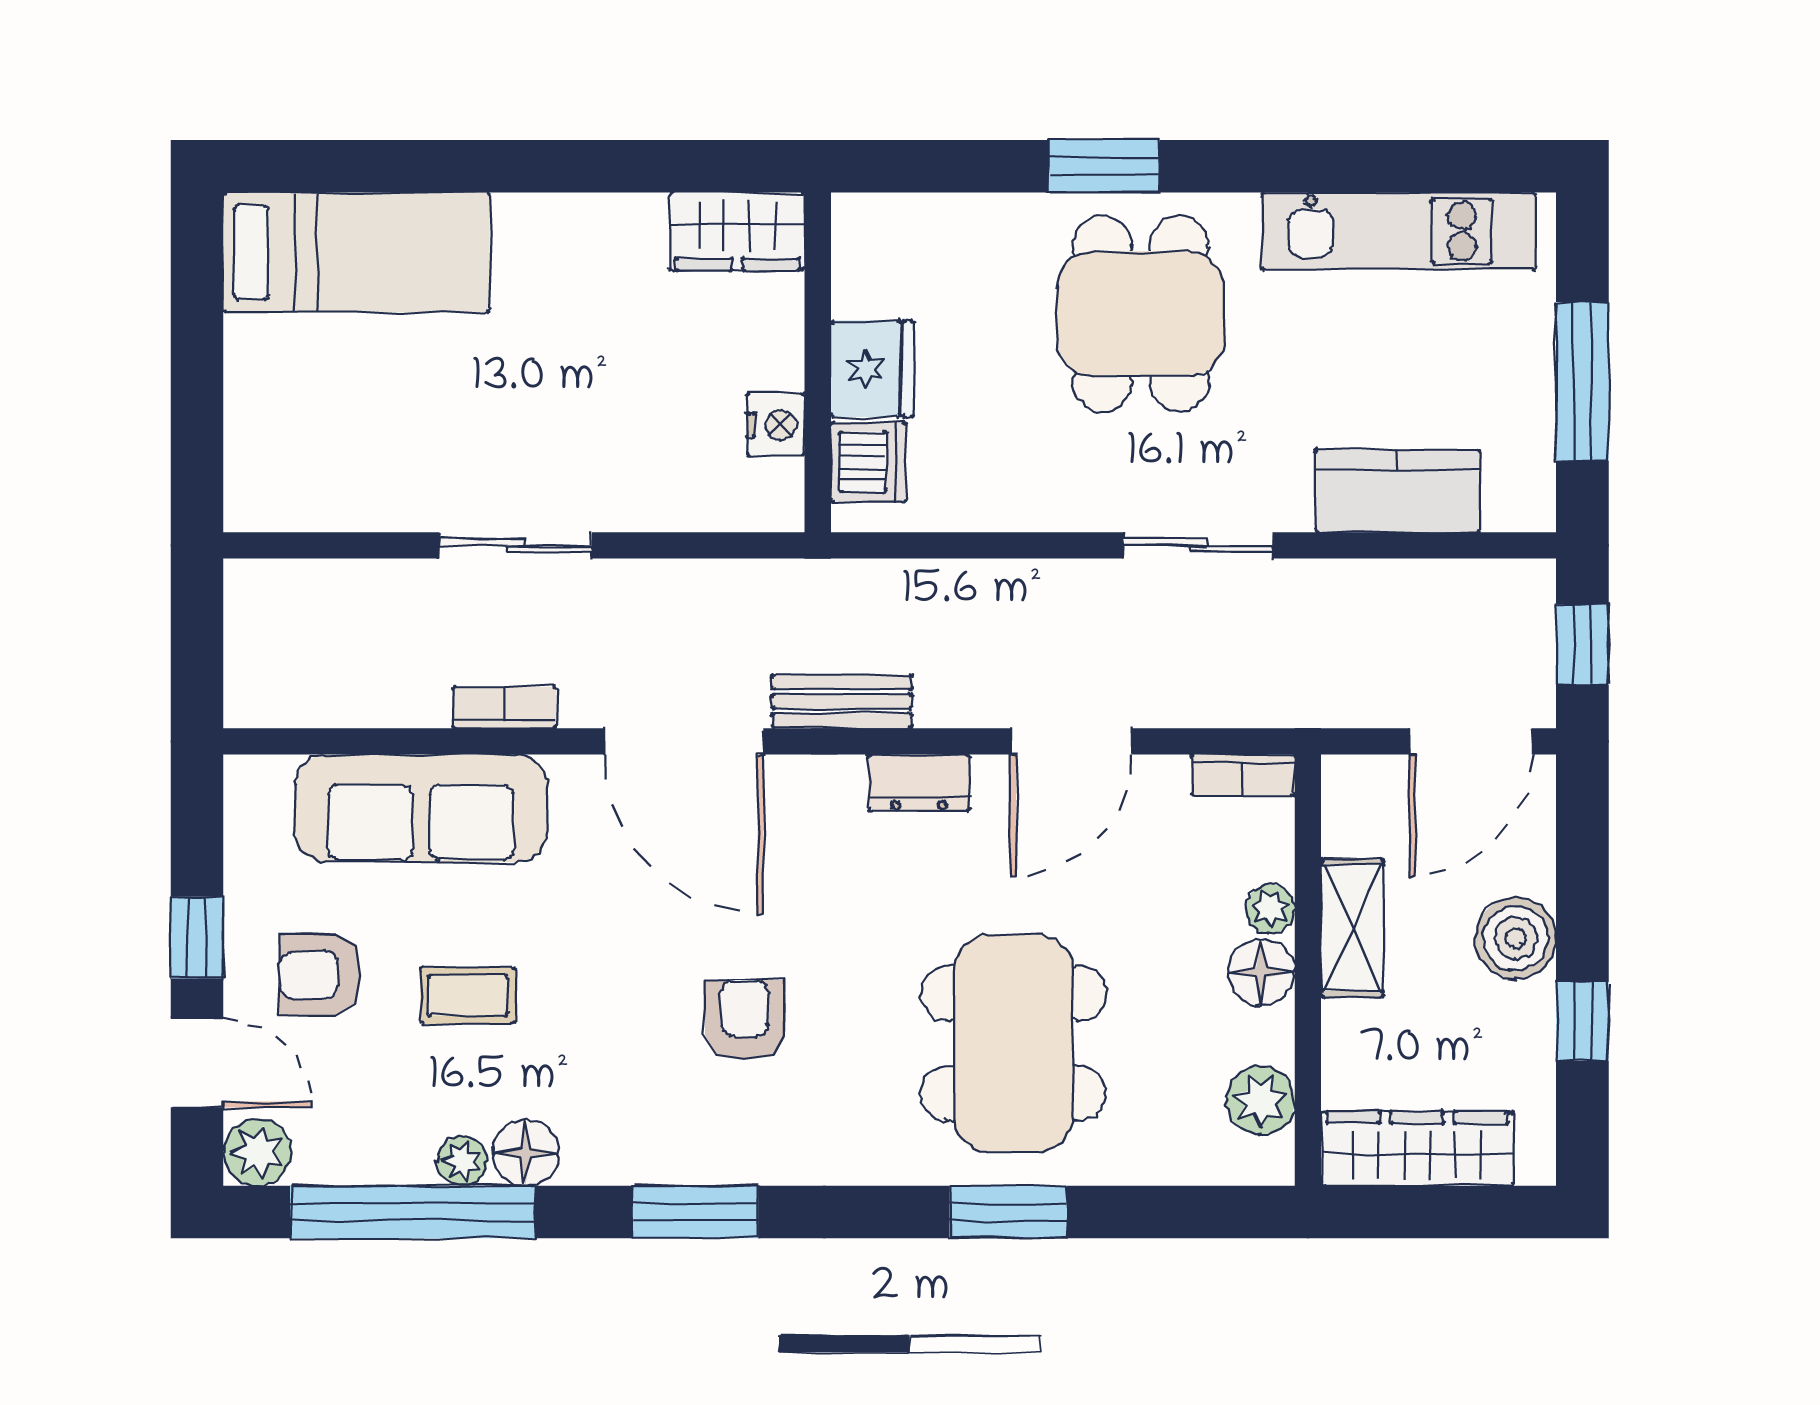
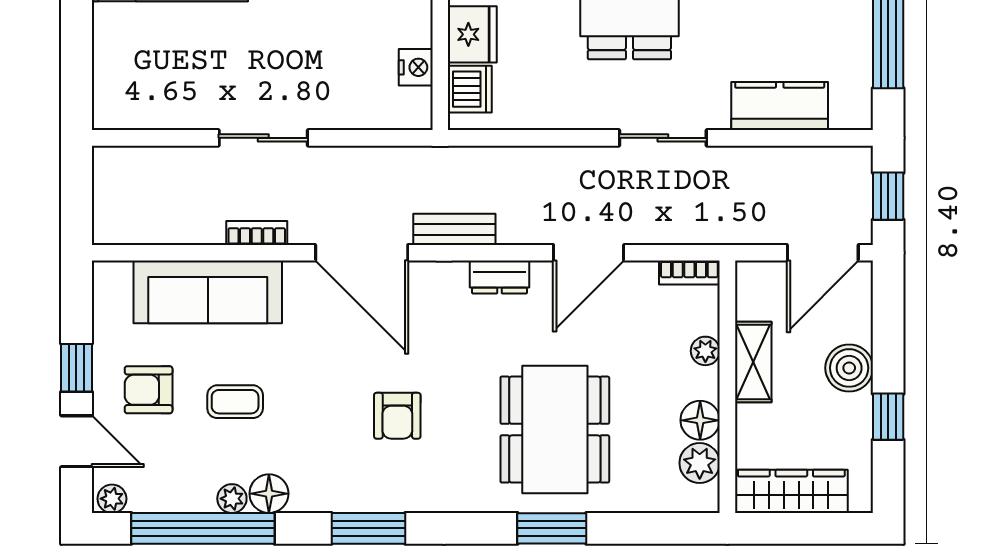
floor lamp: (1261, 972) -> (700, 420), moved
armchair: (745, 1020) -> (397, 416), turned 180
plant: (257, 1152) -> (112, 499), width x0.73, depth x0.73

